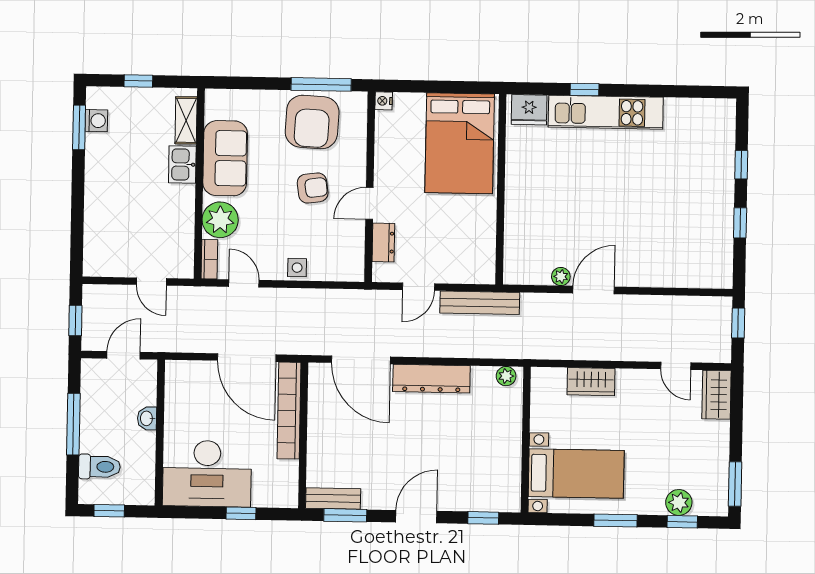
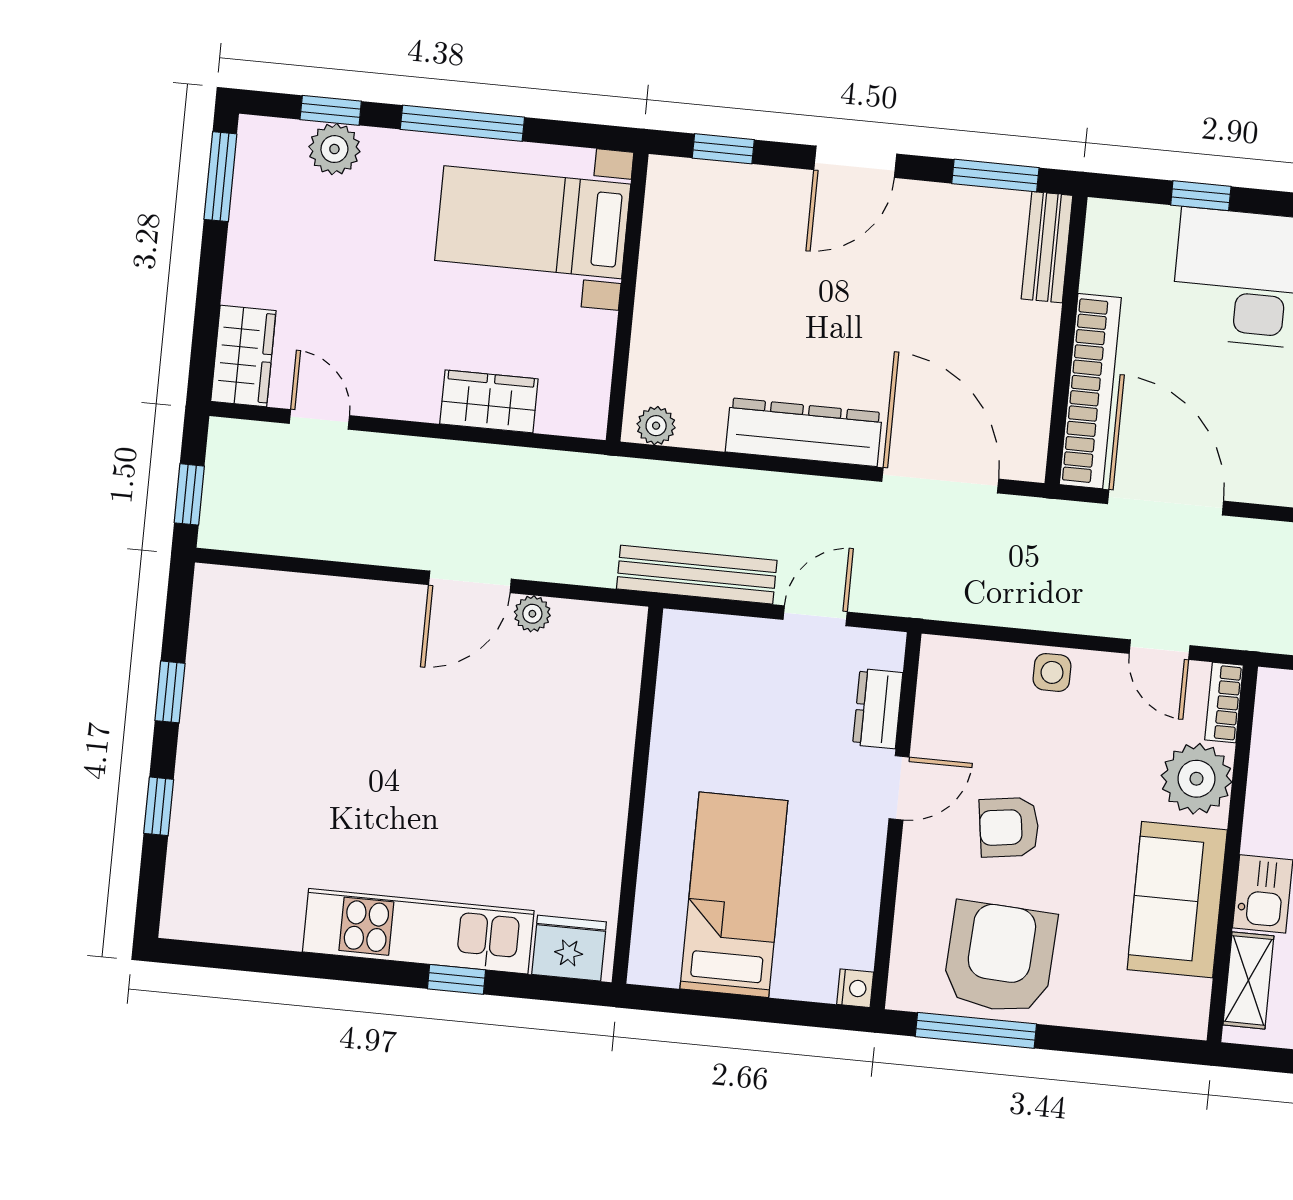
bed: (460, 143) -> (734, 895), width x0.67
bench: (333, 498) -> (1047, 247), moved, turned 90
window: (615, 520) -> (462, 123), width x1.44

